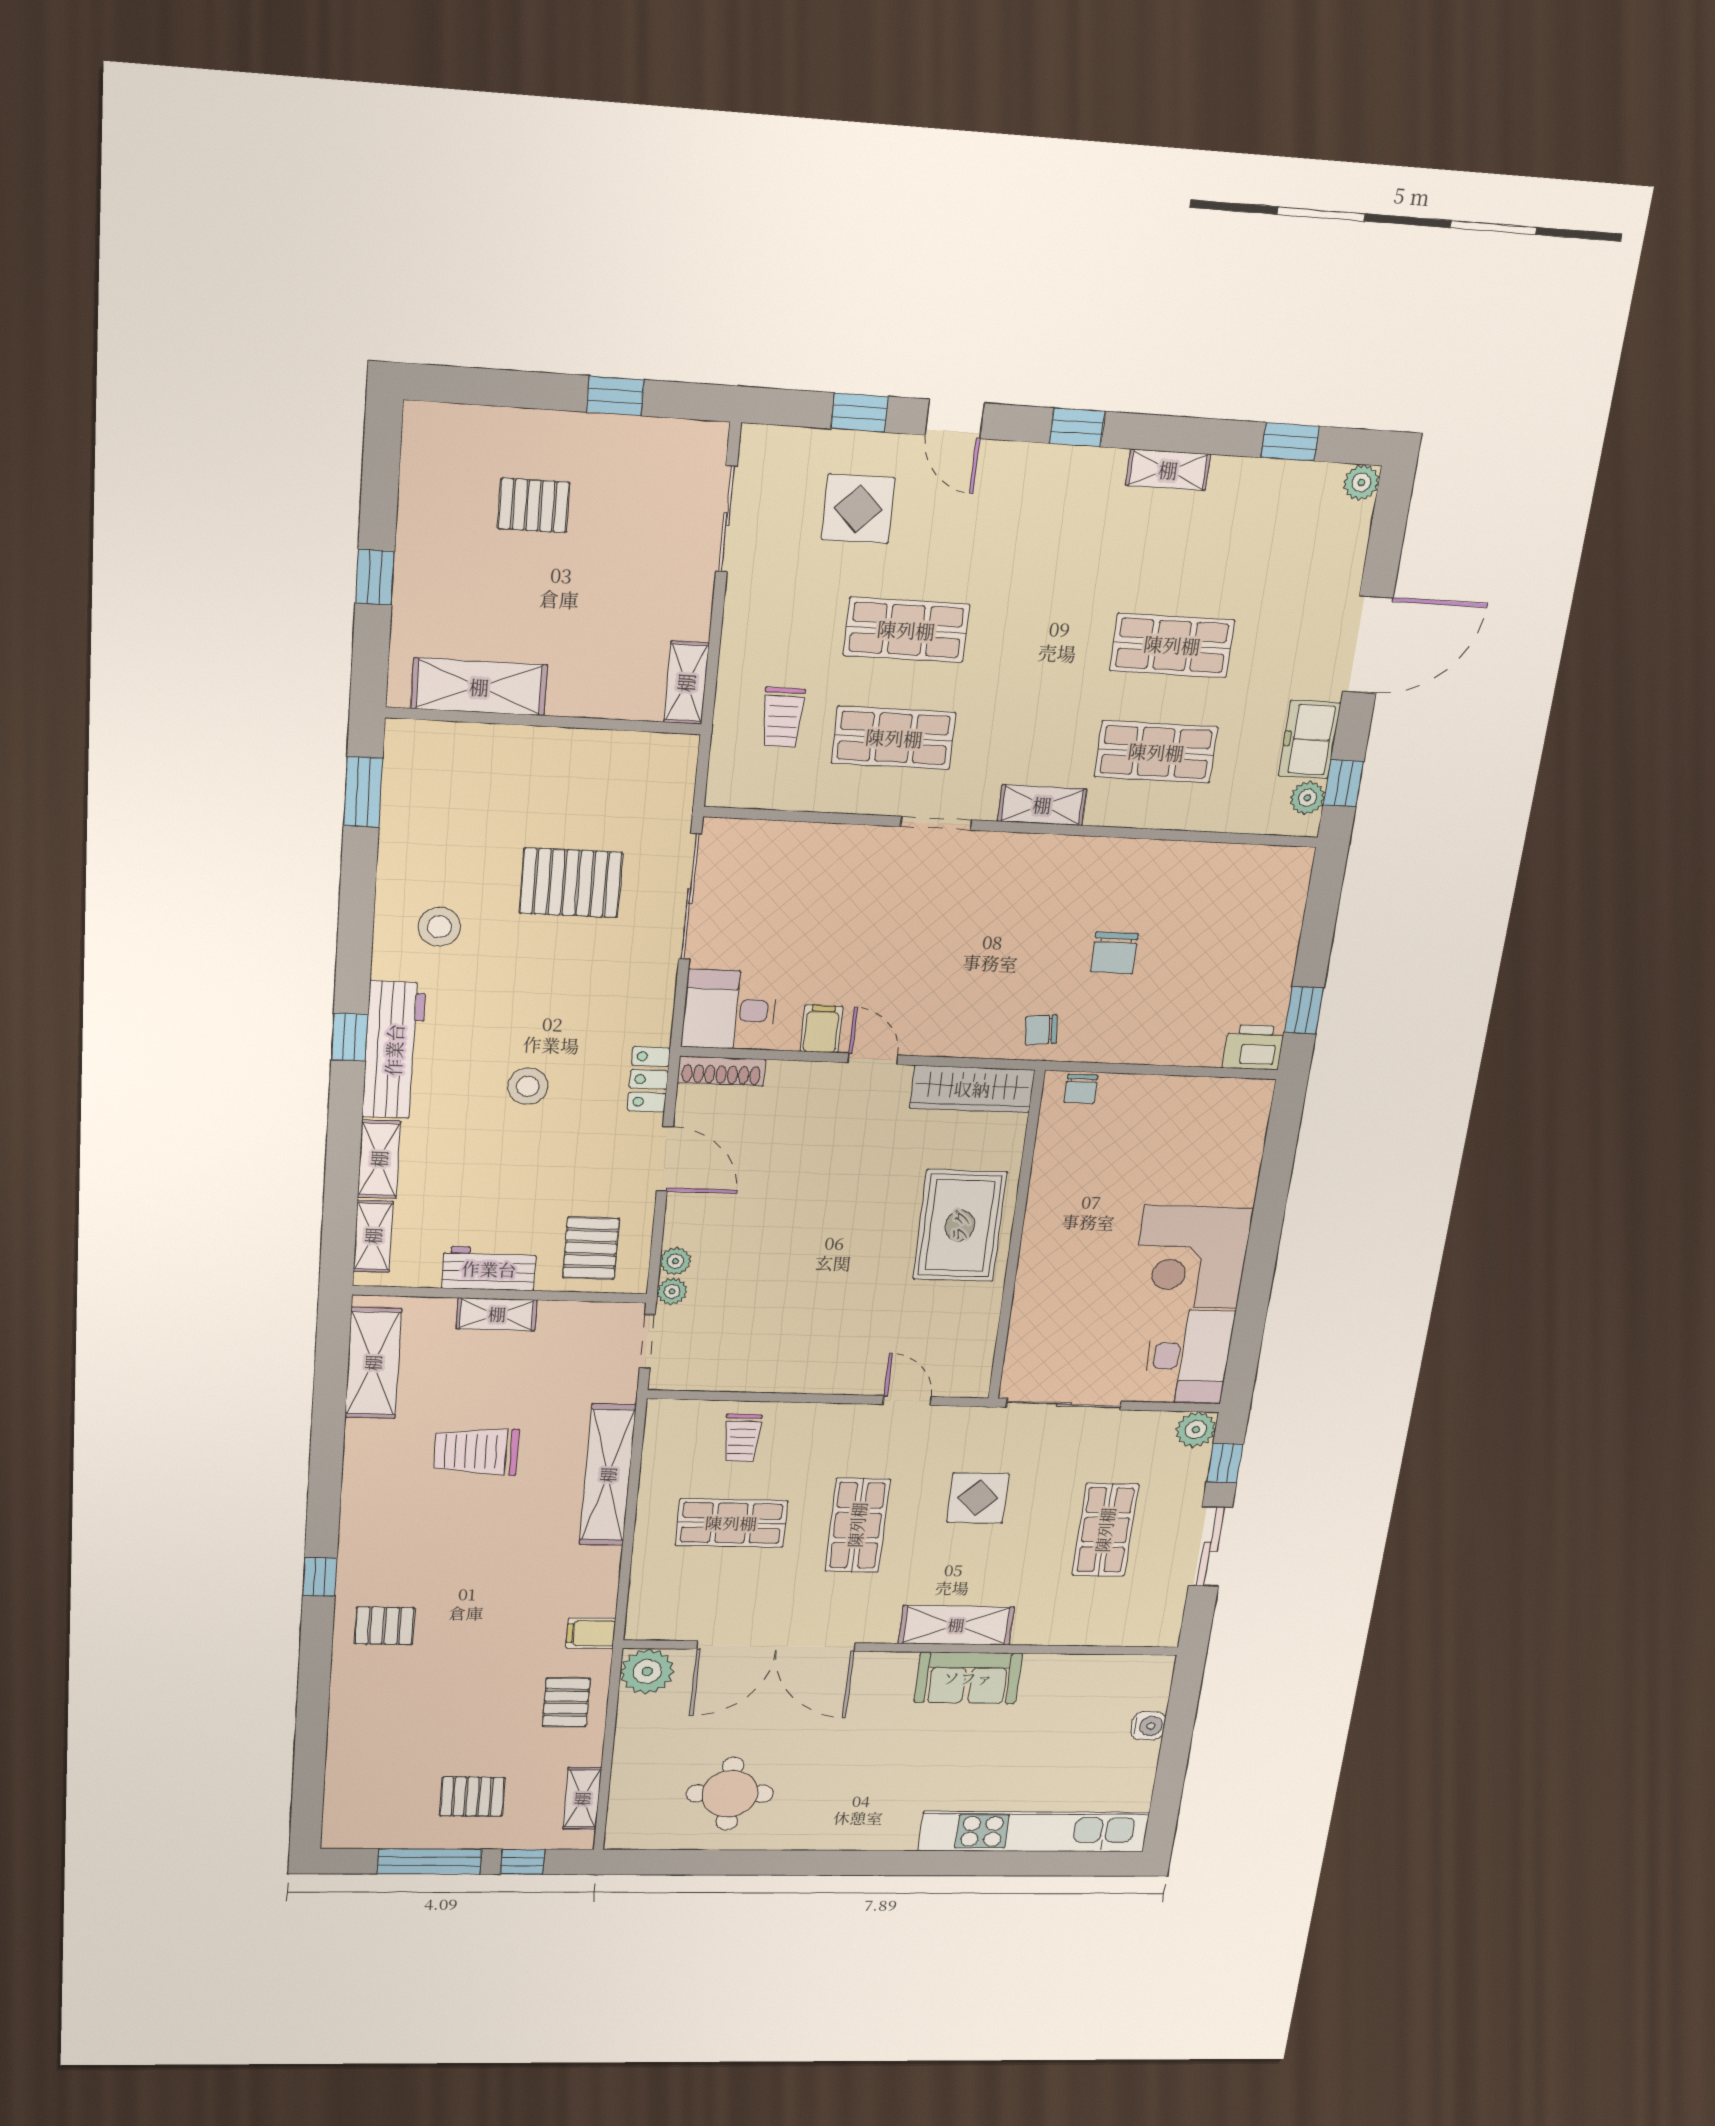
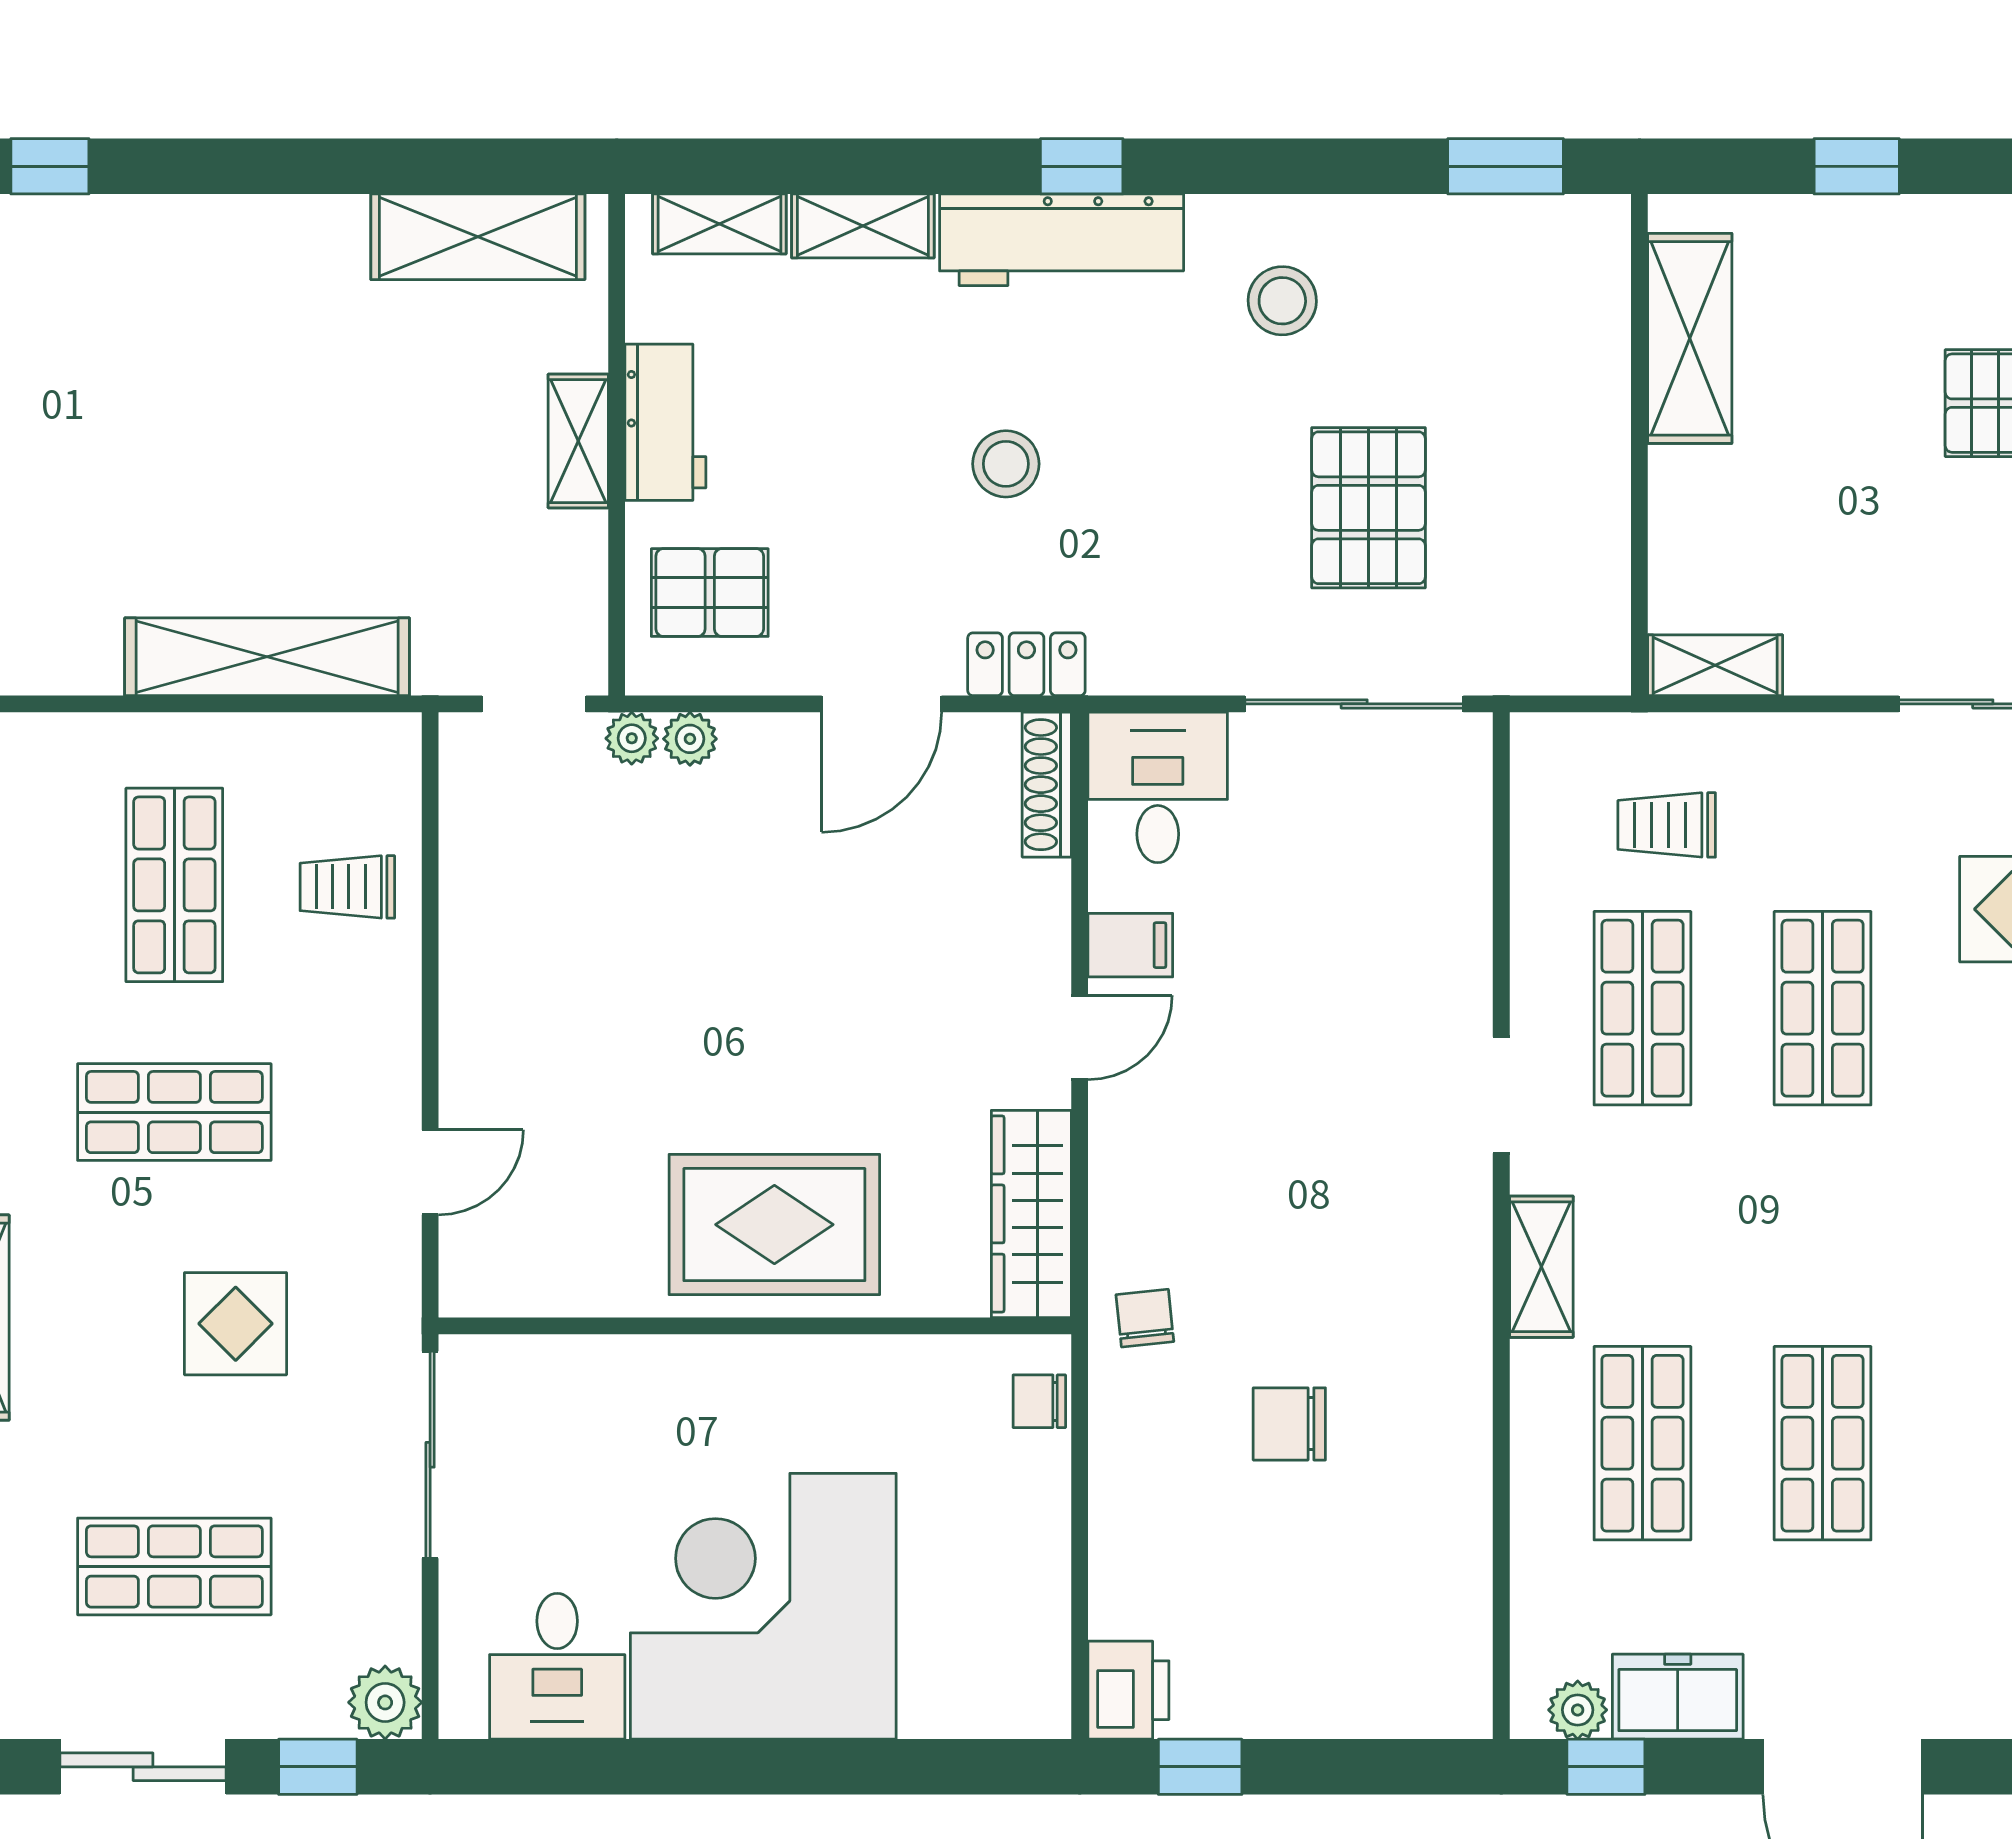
corner desk: (1191, 1257) -> (763, 1606), width x1.36, depth x1.36
desk: (1188, 1356) -> (557, 1666), width x0.73
trolley: (476, 1451) -> (309, 424), removed

